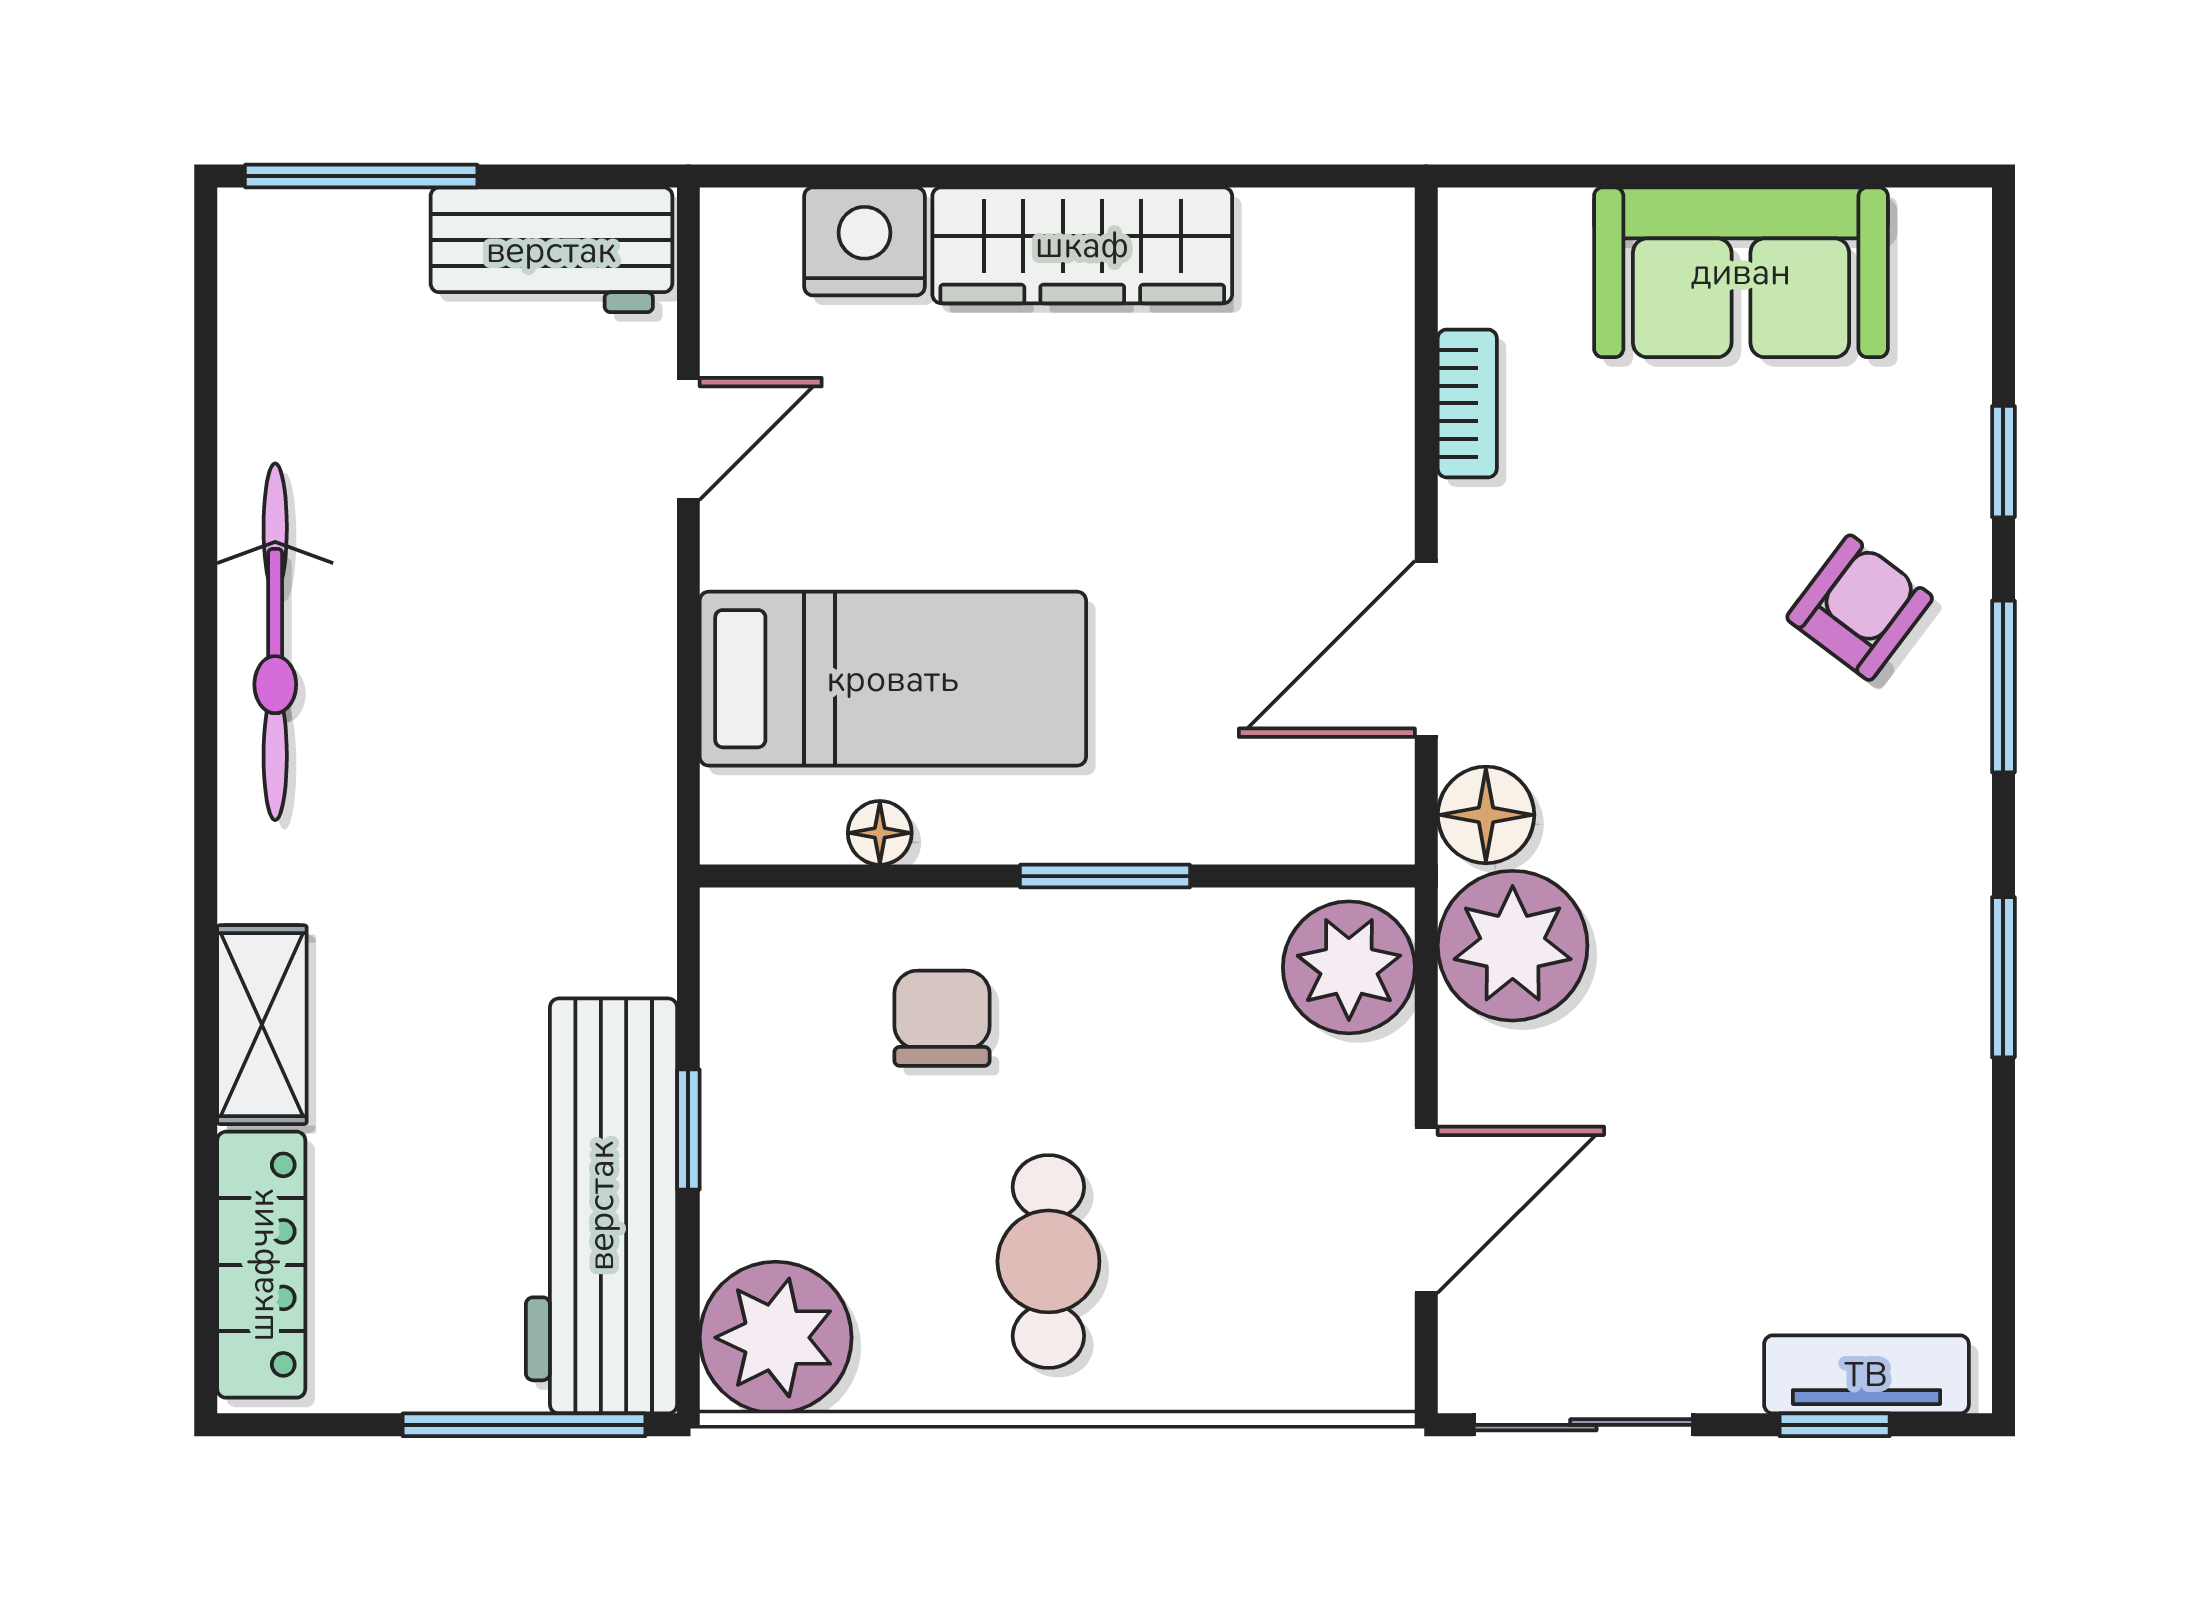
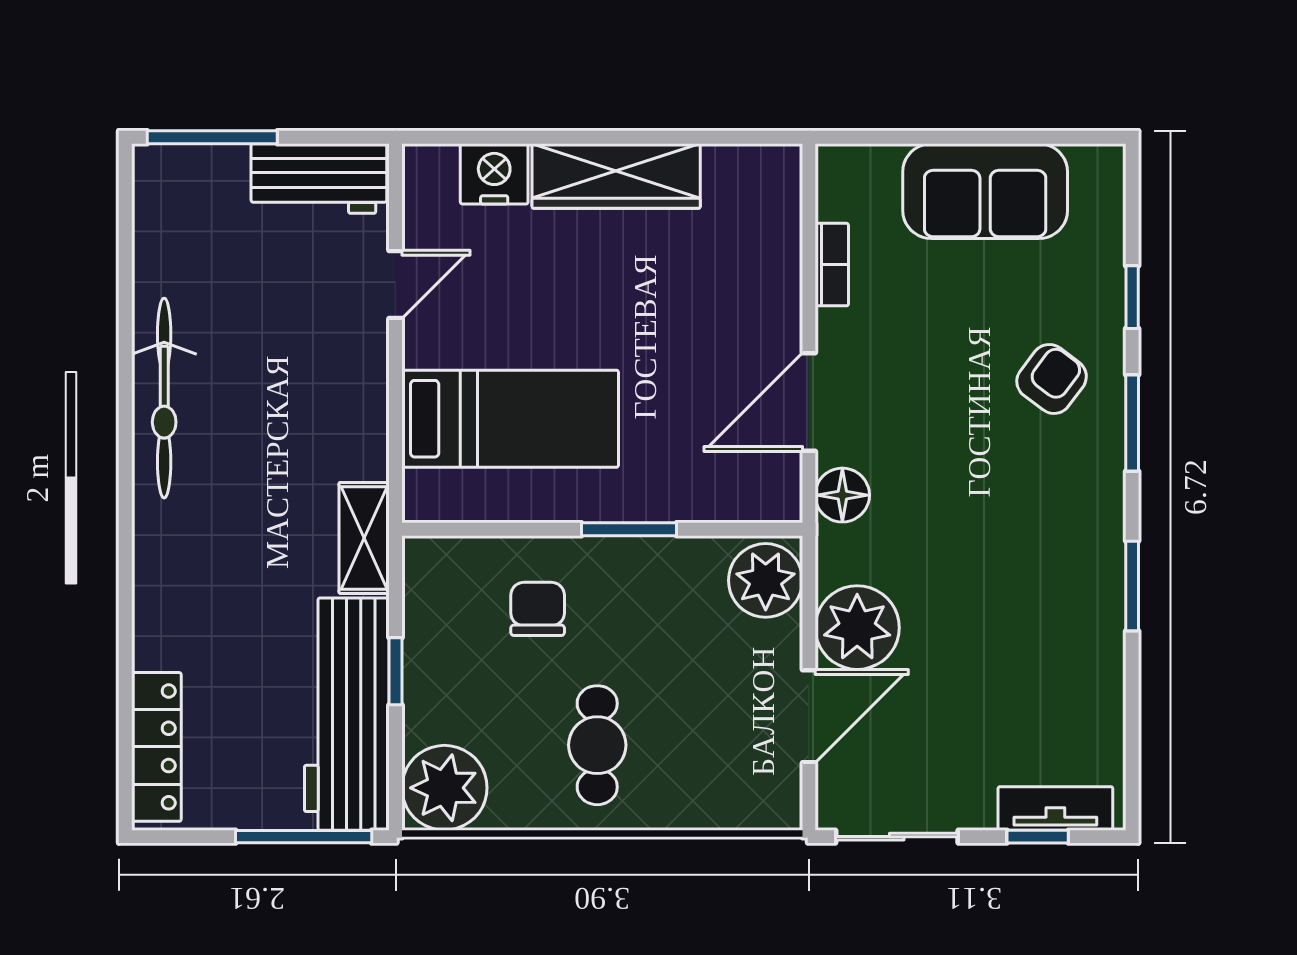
floor lamp: (880, 833) -> (503, 505), removed
plant: (1513, 946) -> (857, 628), moved
shelving: (262, 1025) -> (364, 538), moved

